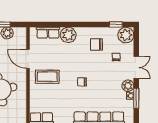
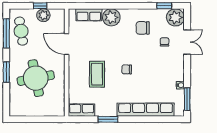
double door: (136, 67) -> (187, 42), moved
coffee table: (47, 77) -> (97, 74), moved, turned 90
plant: (128, 86) -> (178, 74), removed
window: (136, 98) -> (187, 99), moved

